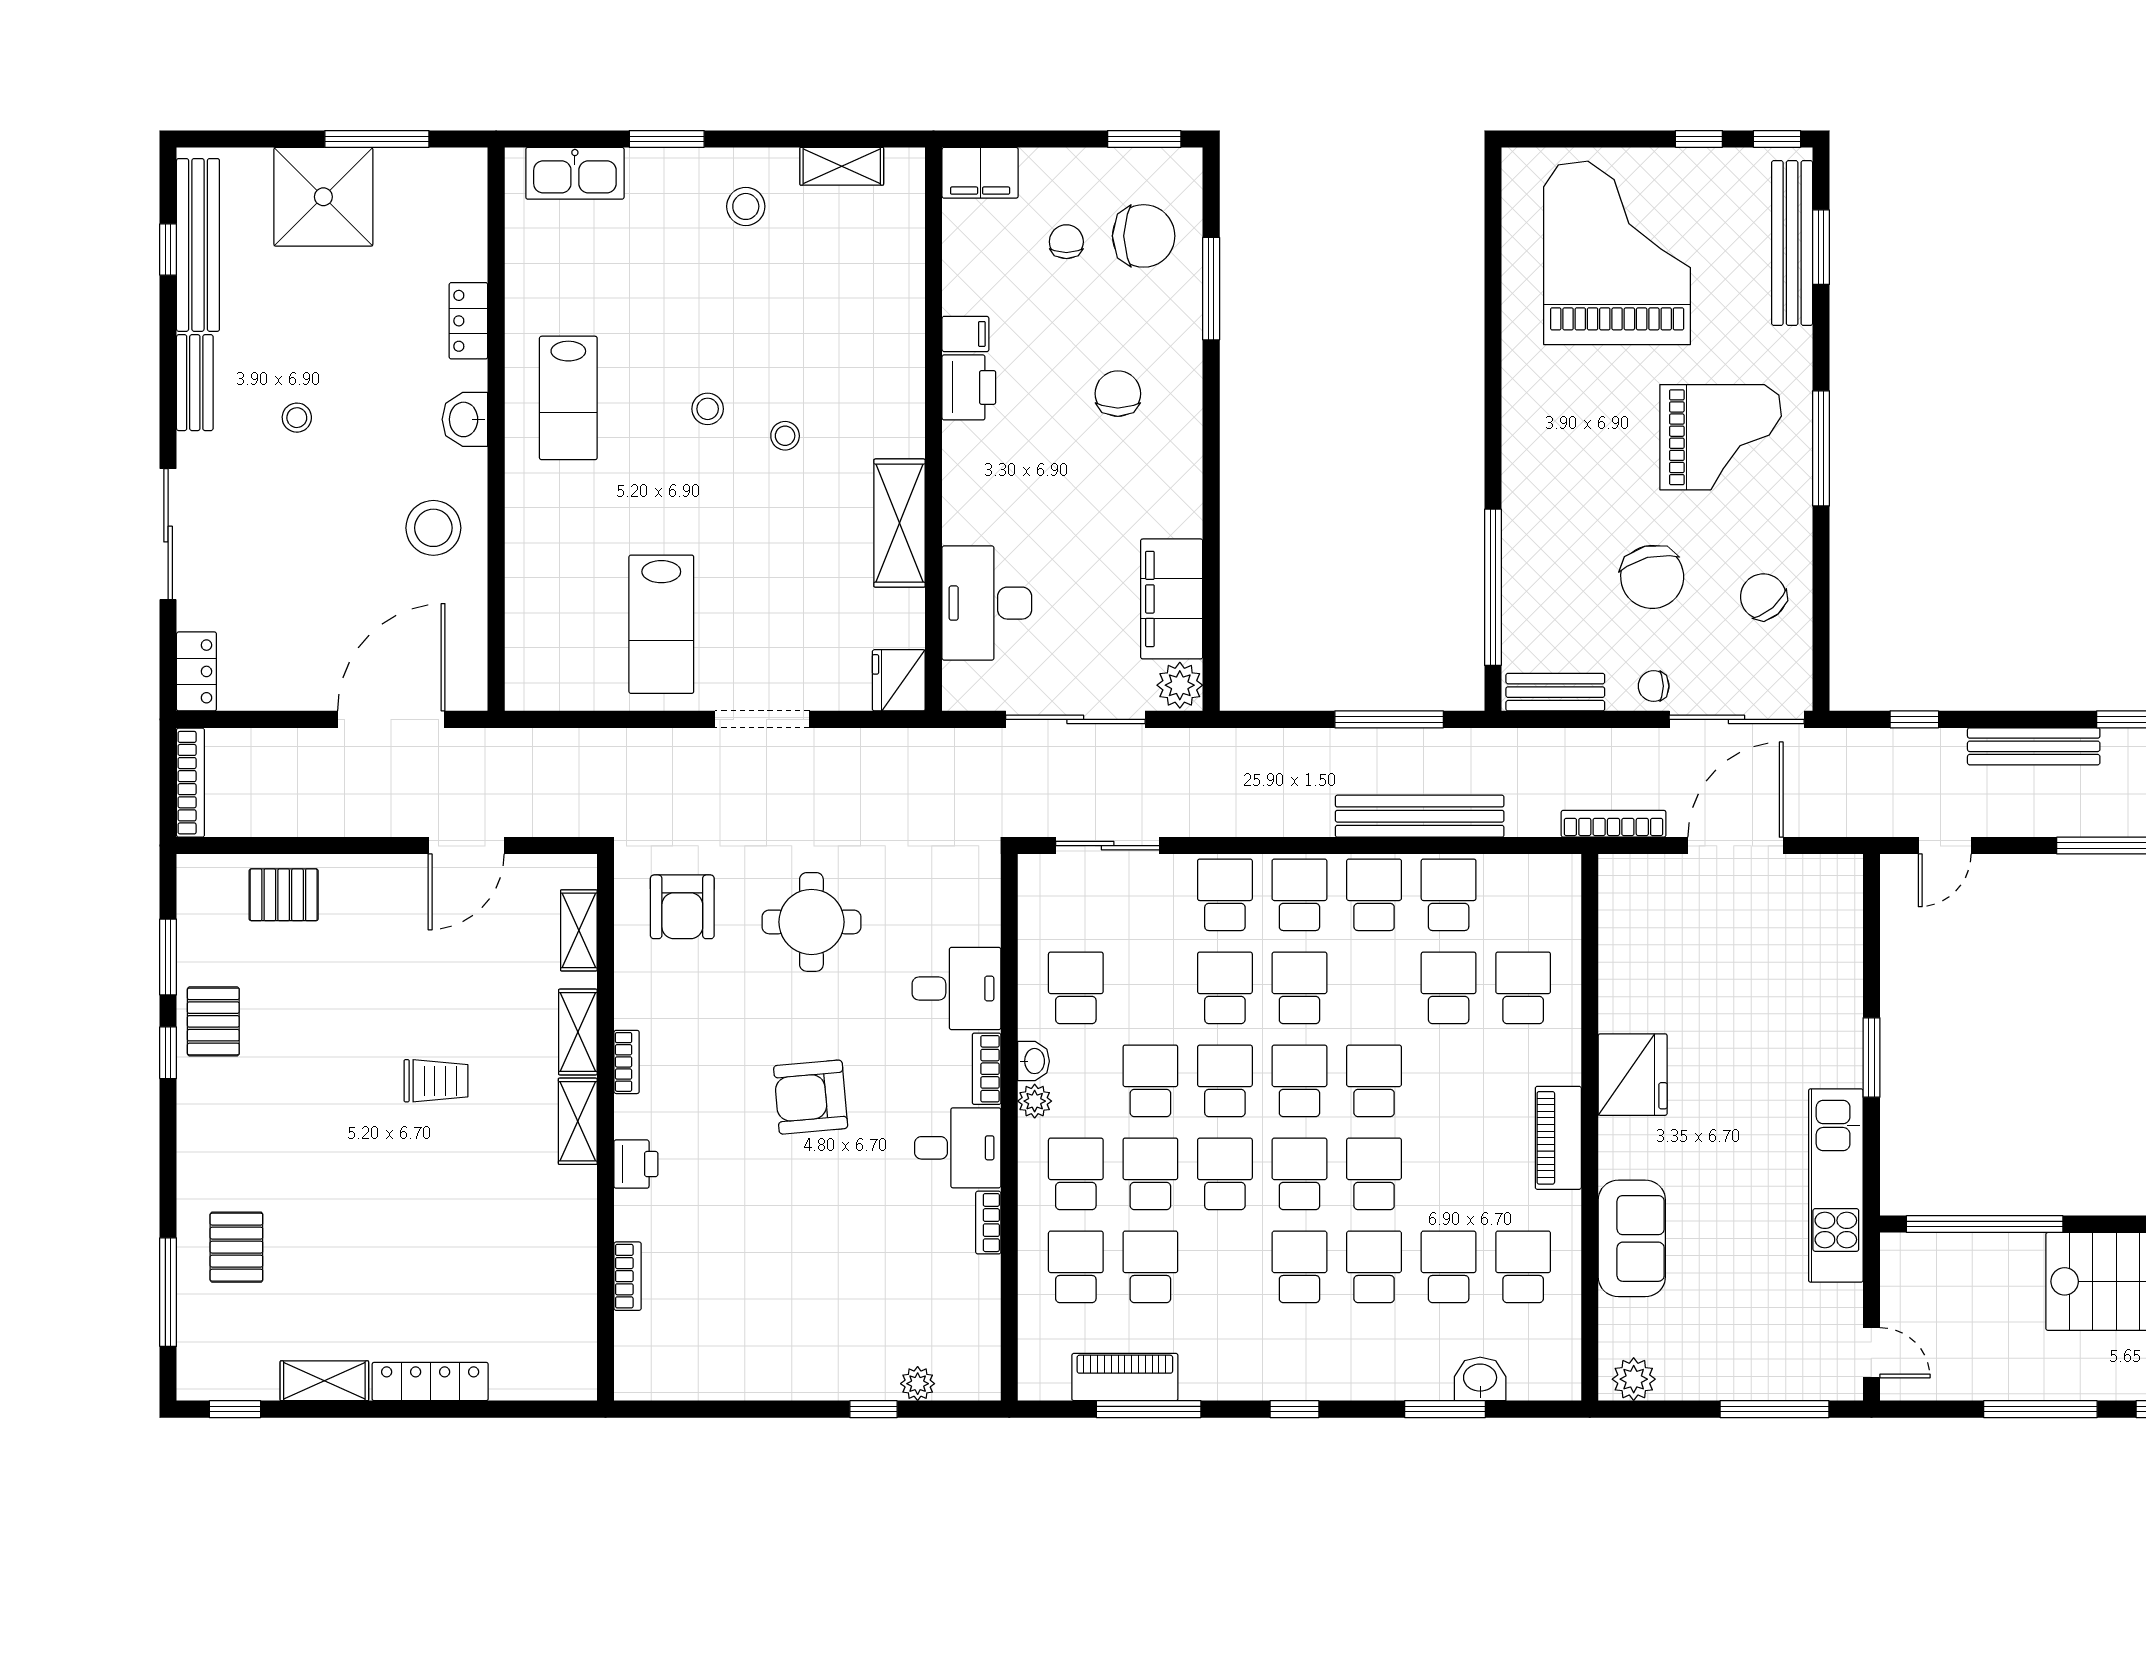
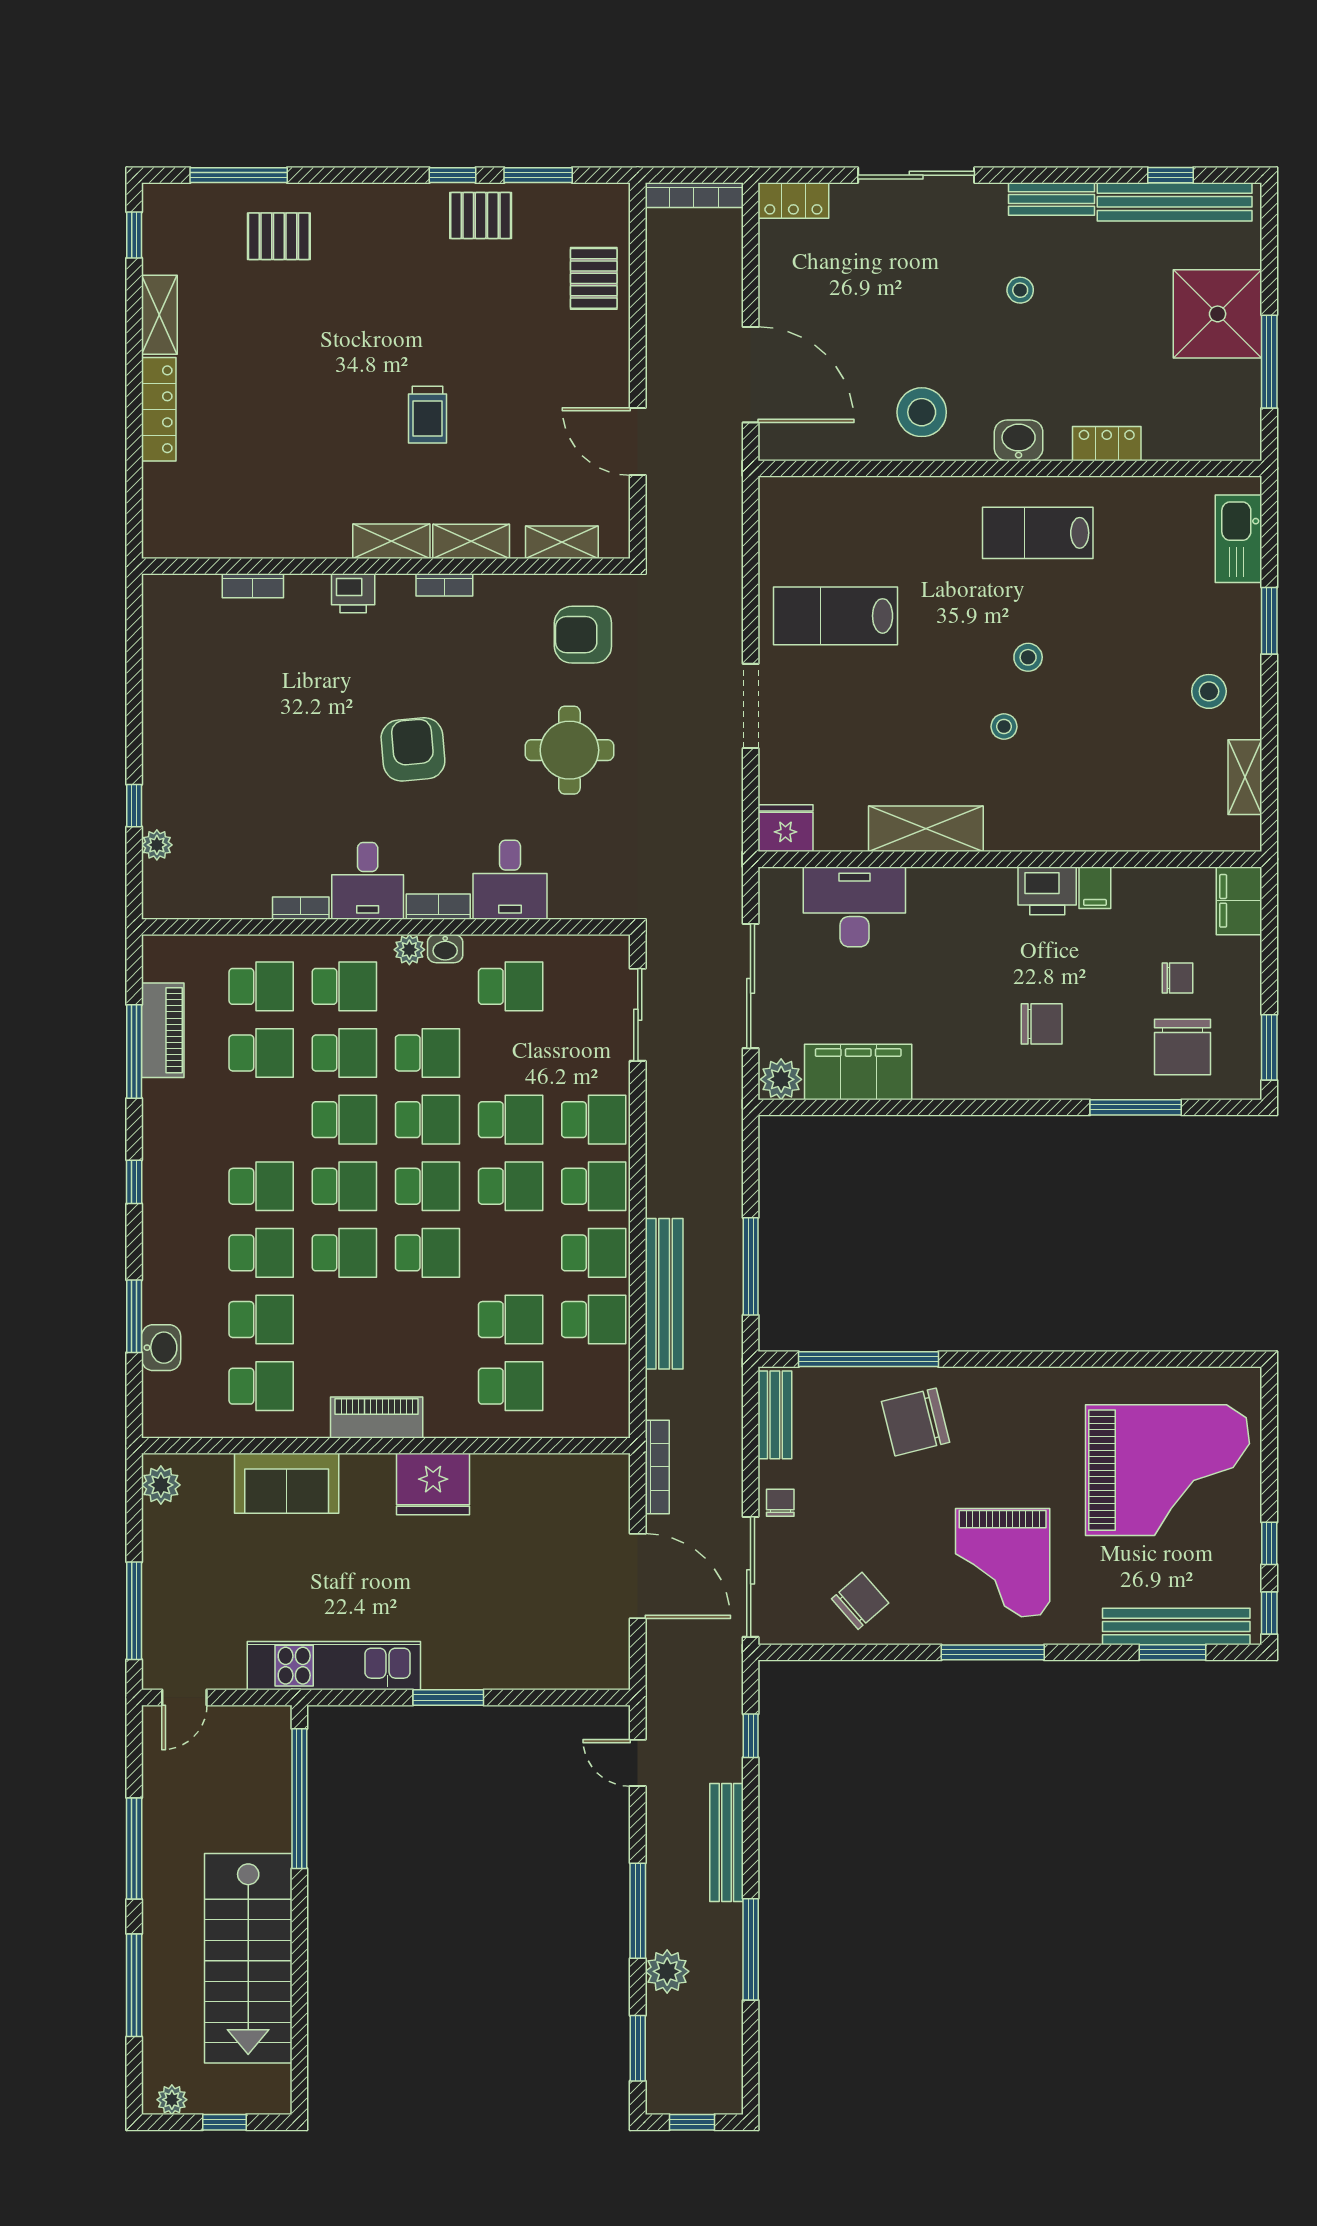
chair: (1652, 577) -> (916, 1422), moved

